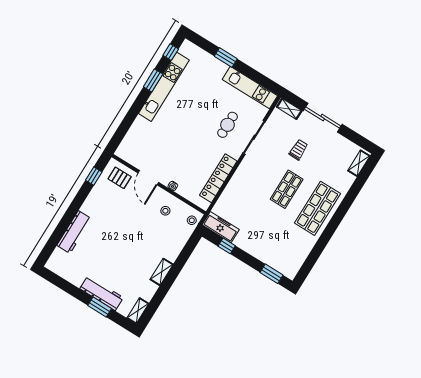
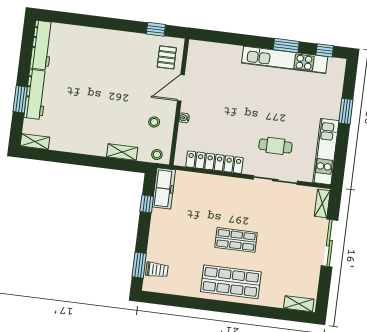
trolley: (298, 150) -> (157, 270), moved
workbench: (74, 232) -> (42, 45), moved, turned -90
shelving: (162, 272) -> (122, 152), moved

